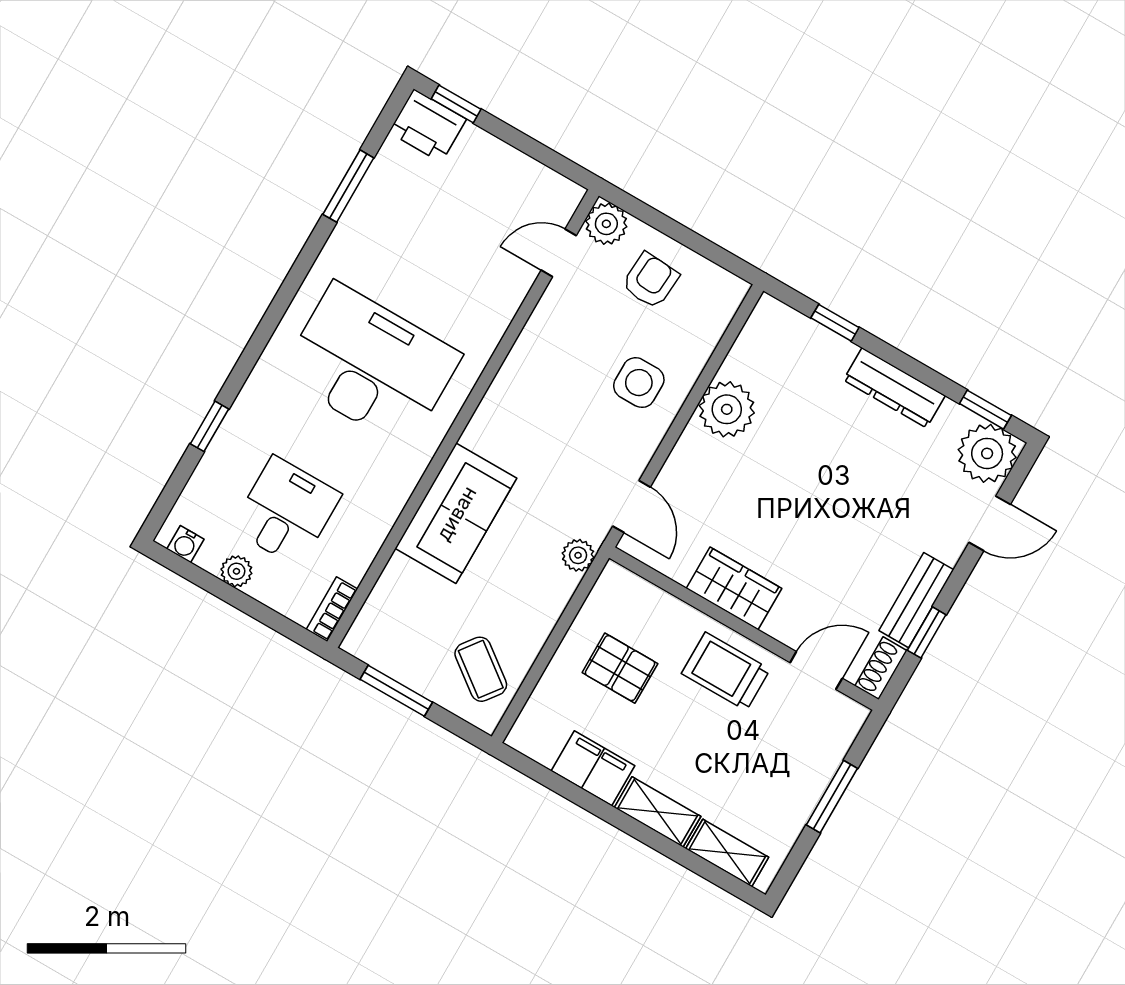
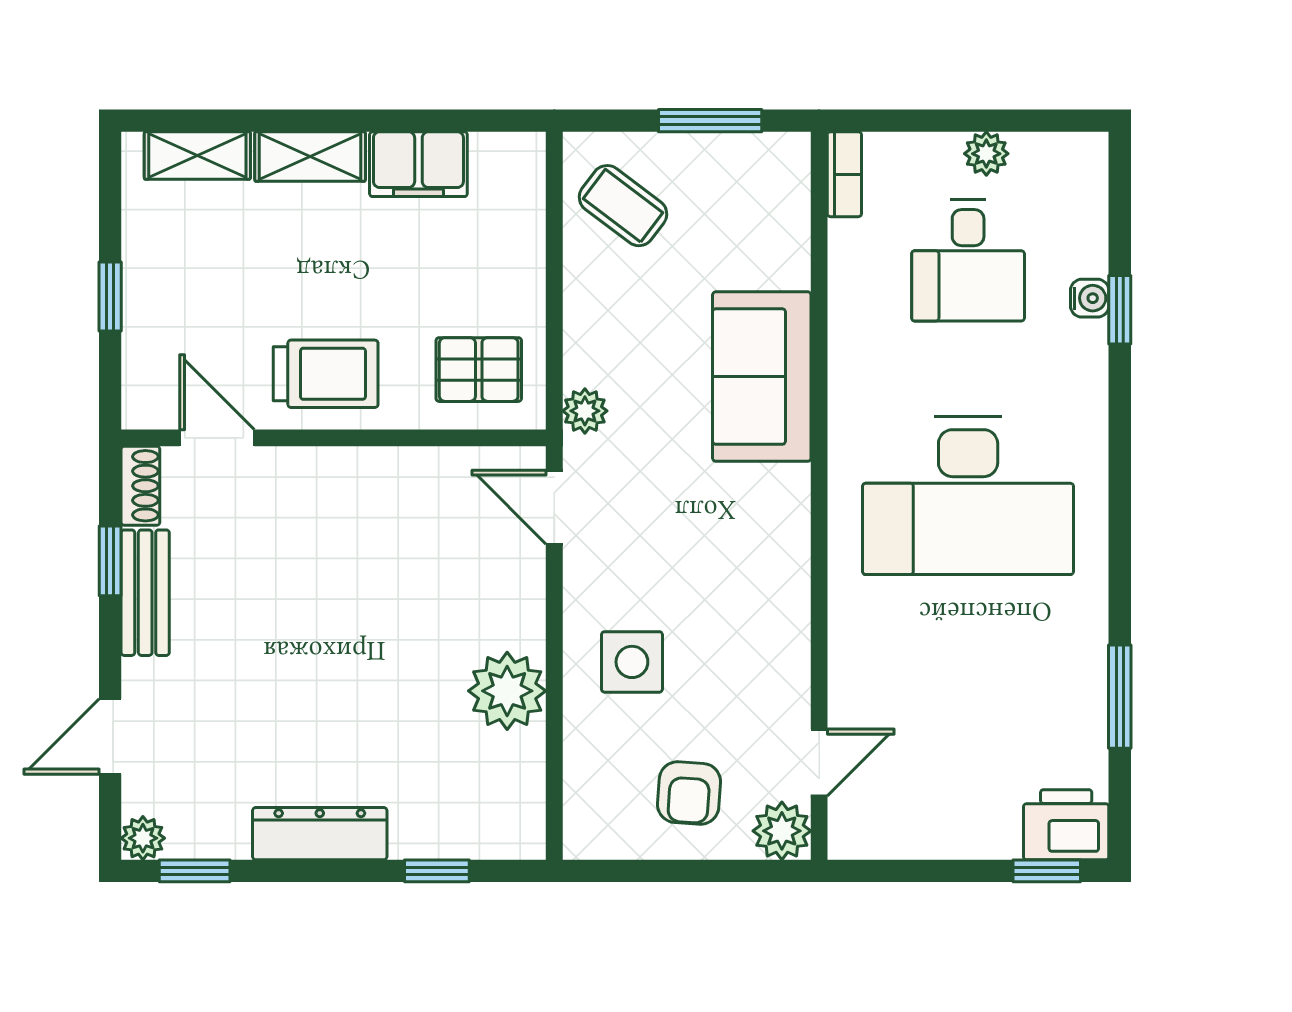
plant: (987, 453) -> (143, 838), width x0.53, depth x0.53
water cooler: (185, 544) -> (1090, 298), moved, turned 90
wardrobe: (734, 588) -> (374, 480), removed
pallet: (620, 668) -> (479, 370), moved
door: (816, 671) -> (217, 438), swing flipped
window: (832, 797) -> (110, 297), width x0.67

